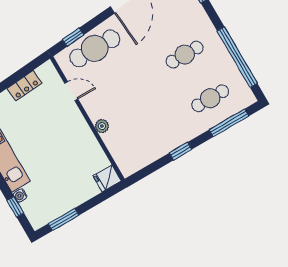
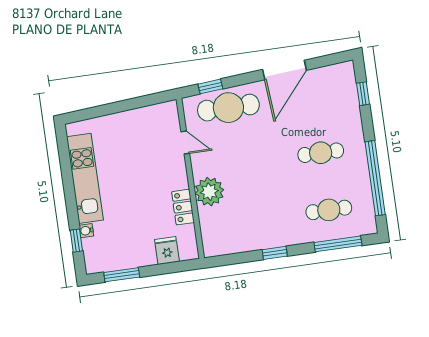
locker: (24, 86) -> (183, 207), moved, turned 94
plant: (102, 126) -> (209, 192), width x1.87, depth x1.87
fridge: (107, 178) -> (167, 251), moved, turned 90

